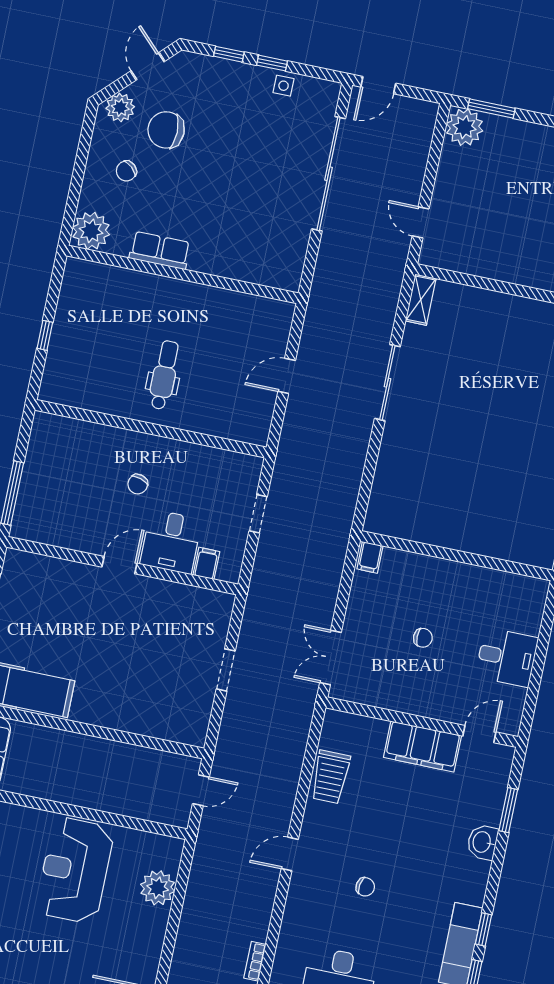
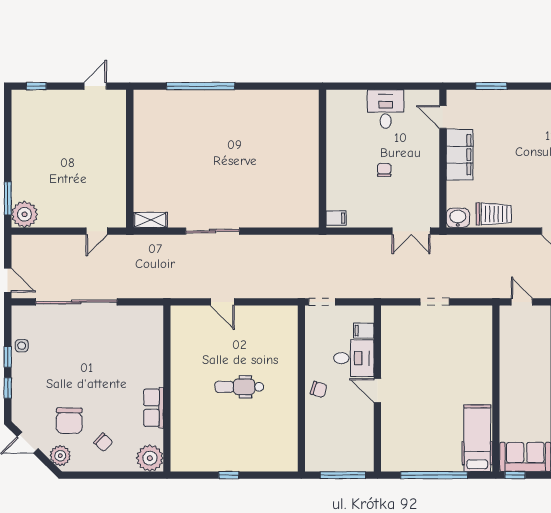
wall: (151, 429) -> (301, 388), moved
washbasin: (482, 842) -> (458, 218), moved, turned 180

